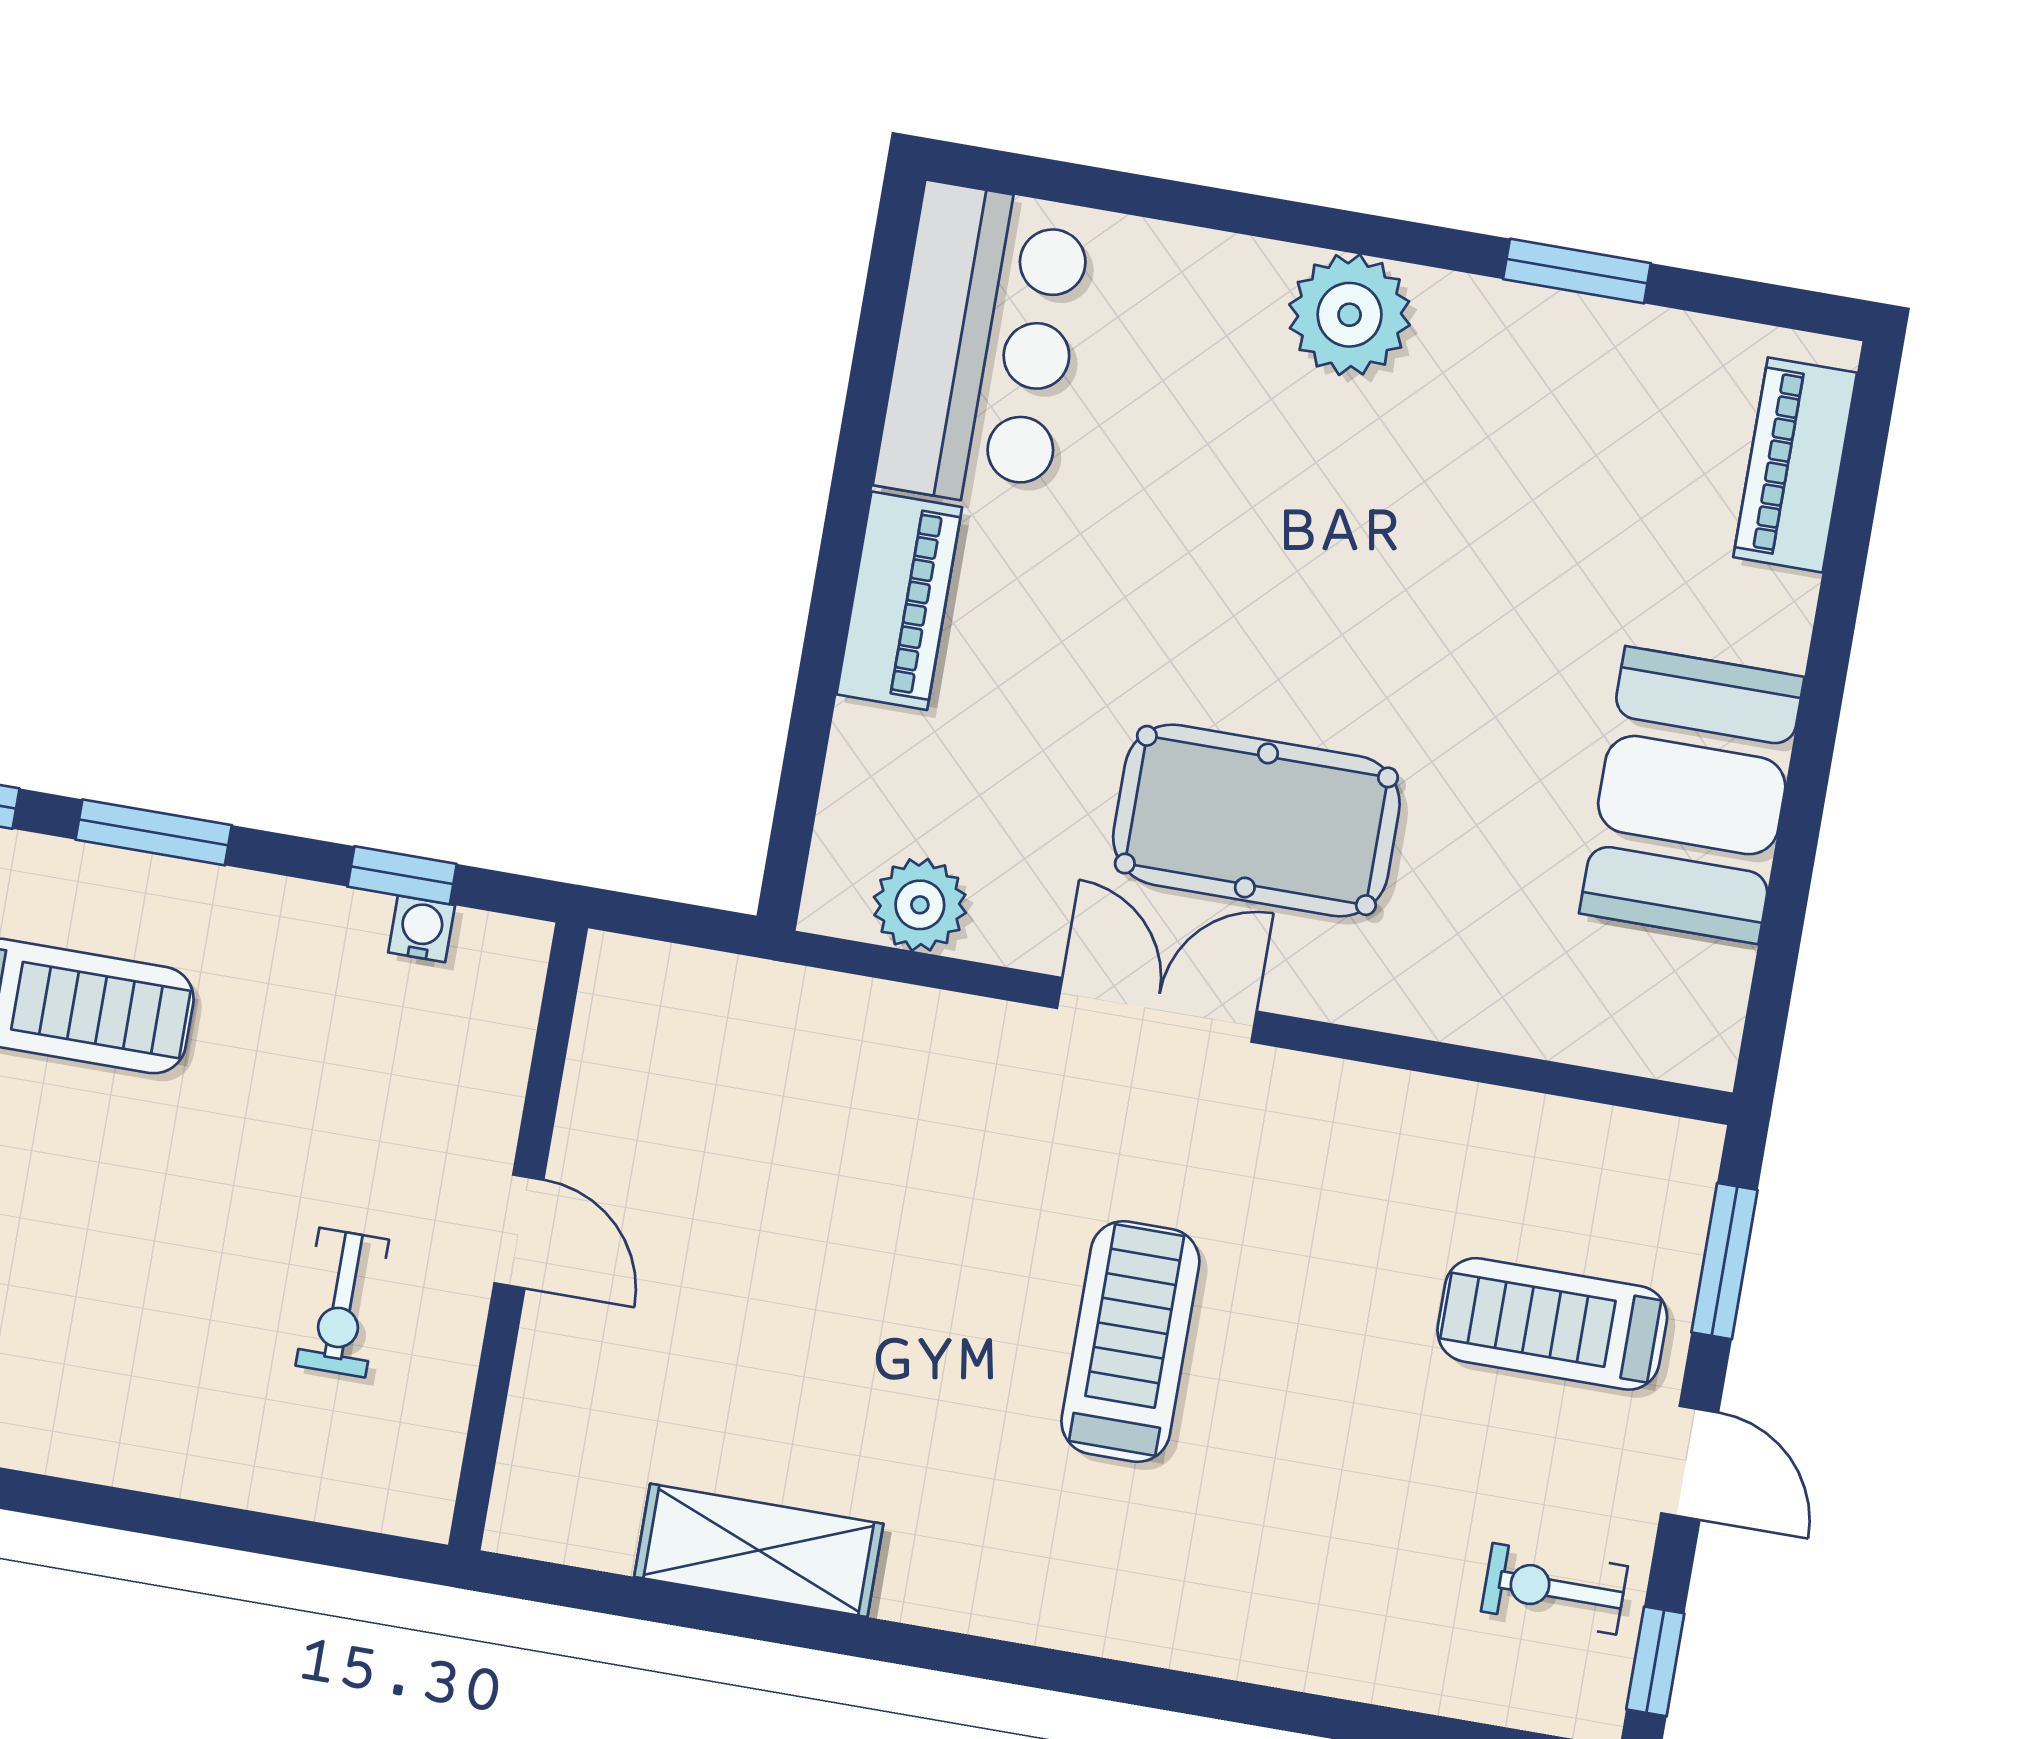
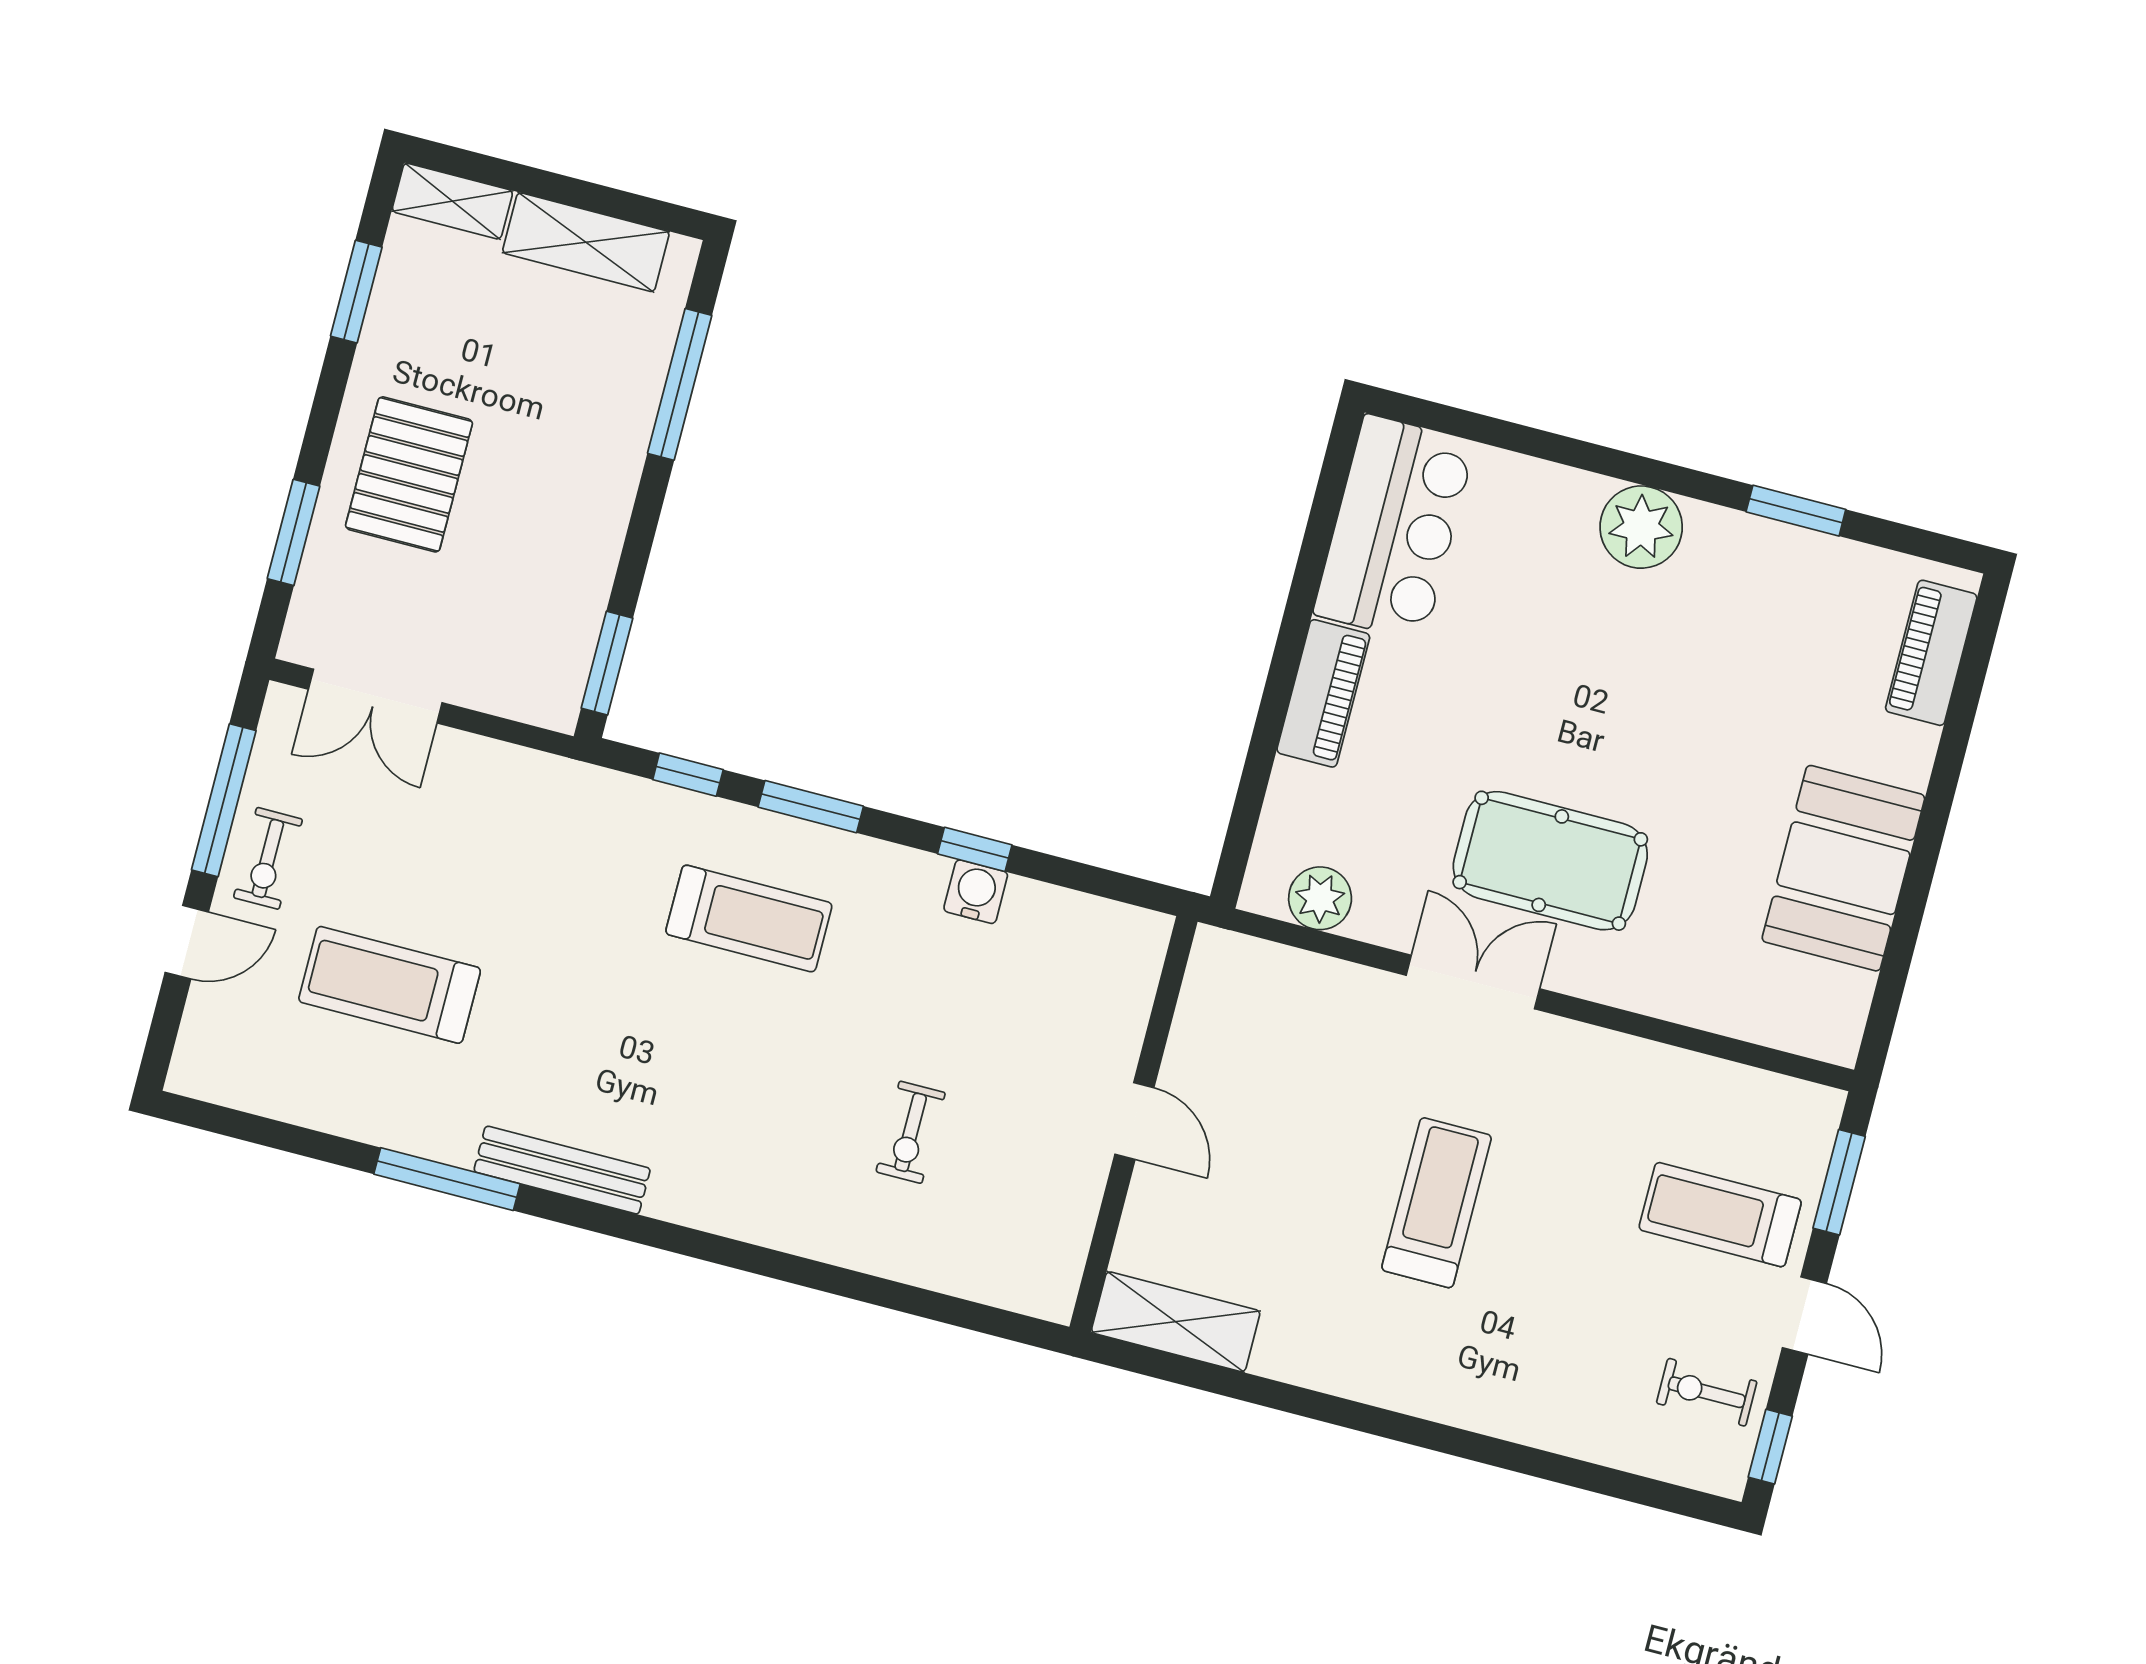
water cooler: (422, 929) -> (976, 892), width x1.38, depth x1.38
door: (519, 1232) -> (1134, 1121), moved
wall: (518, 1236) -> (1134, 1124), moved

